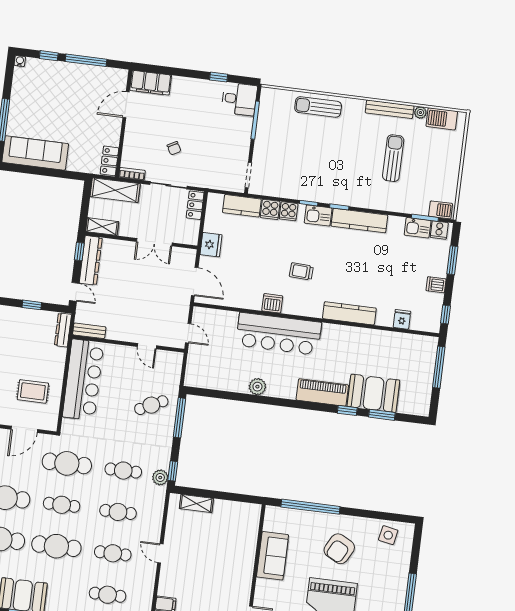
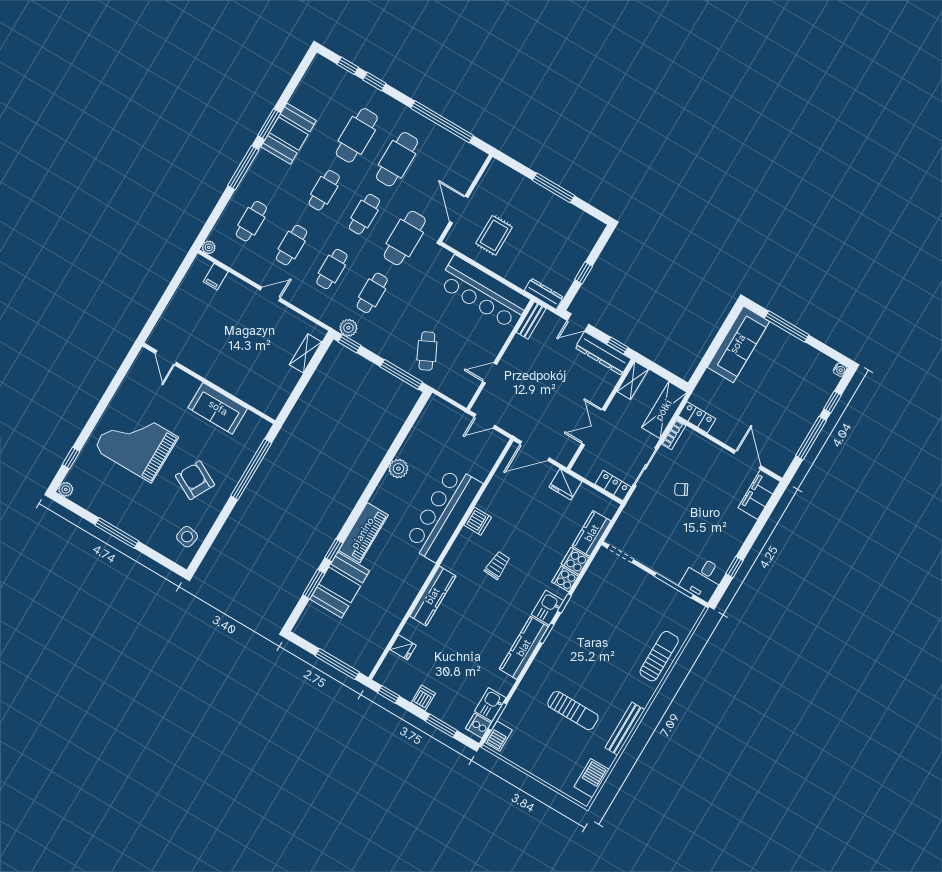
plant: (420, 113) -> (608, 759), removed
cafe table: (56, 546) -> (324, 190), width x0.73, depth x0.74

